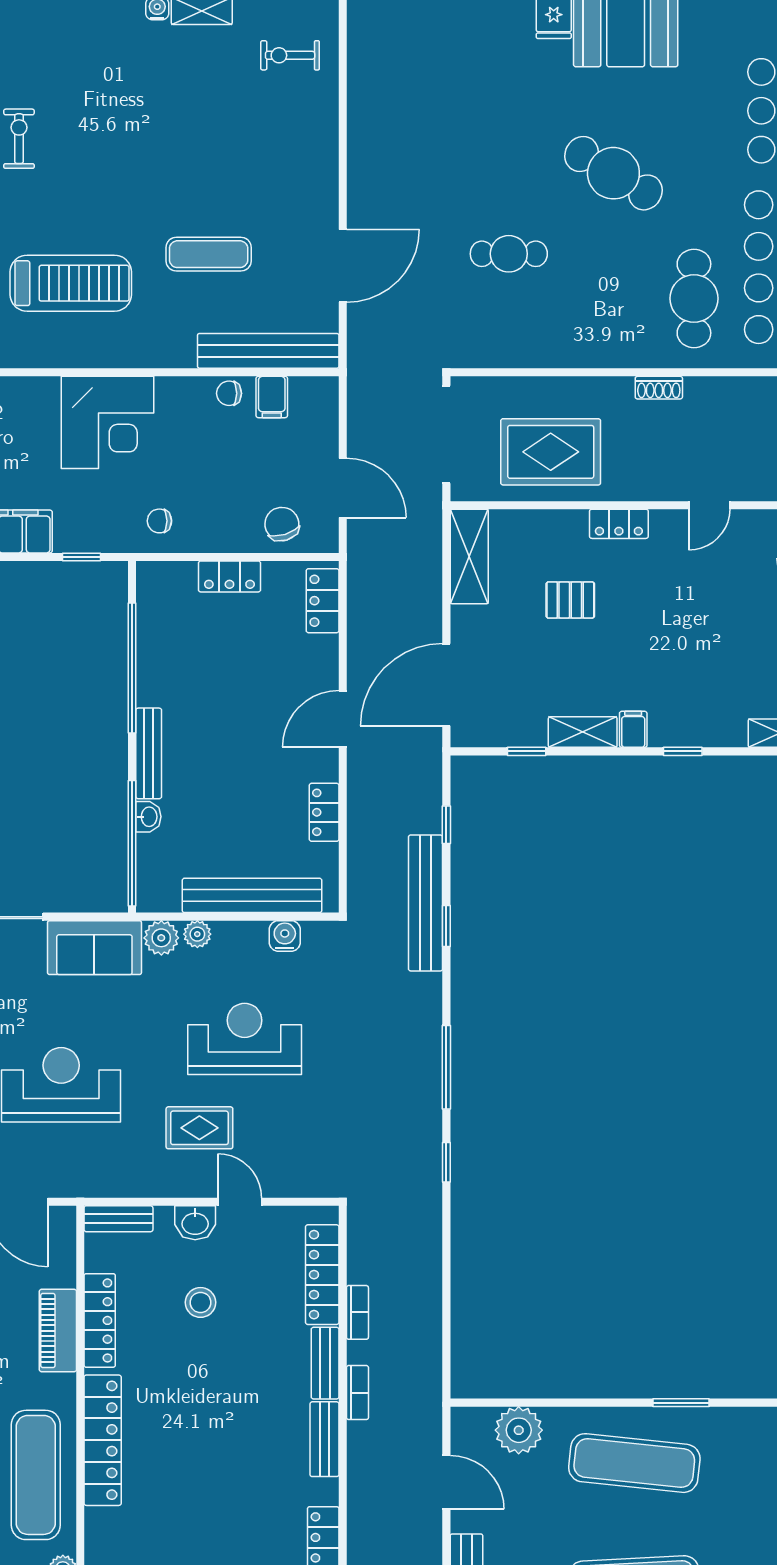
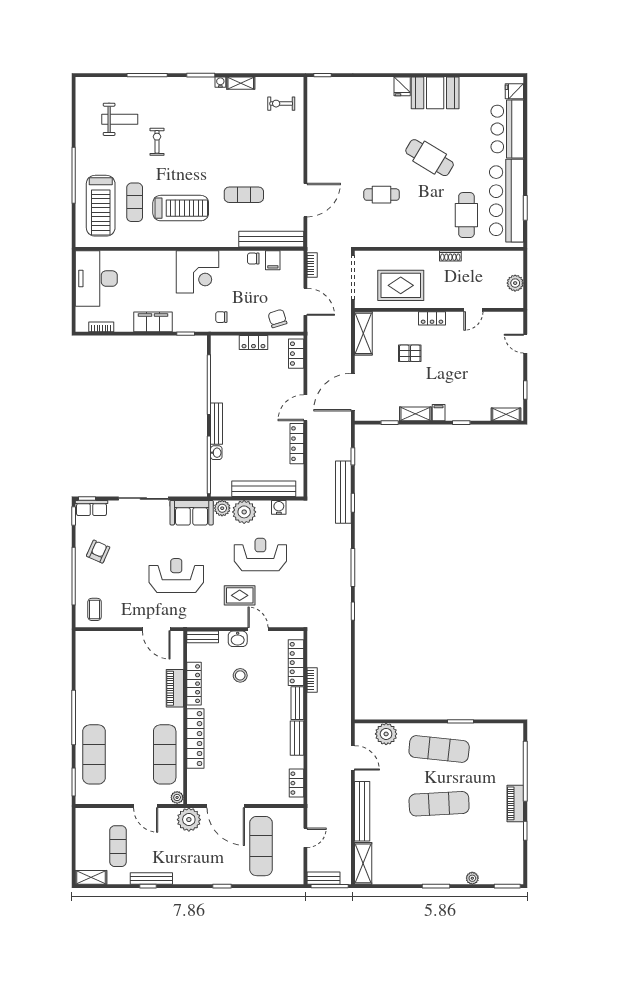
locker: (324, 812) -> (297, 444), width x1.53
plant: (197, 934) -> (244, 512), width x1.88, depth x1.88
bookcase: (357, 1393) -> (312, 265), moved

